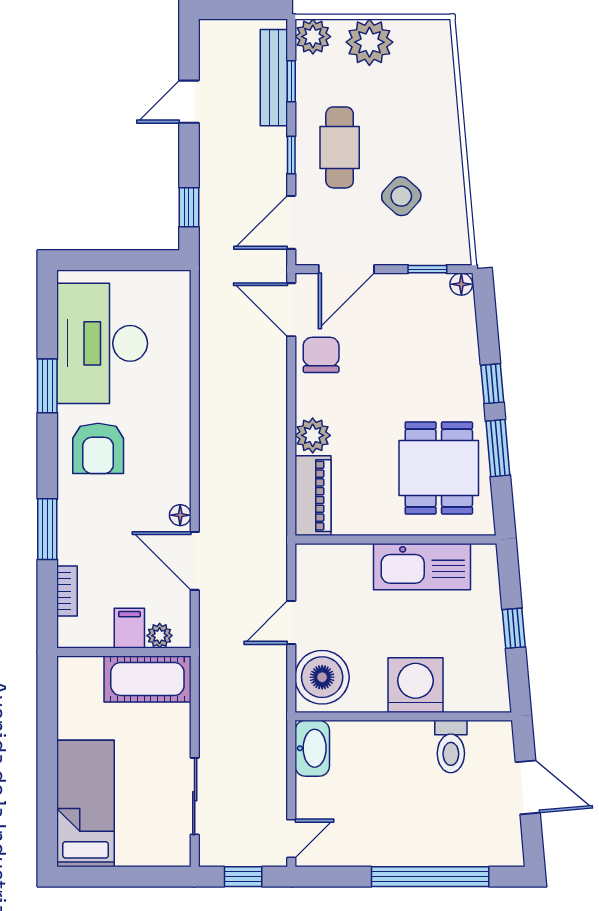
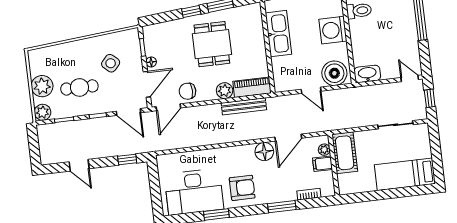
bench: (274, 78) -> (244, 106), moved
cafe table: (340, 147) -> (79, 87), moved
door: (346, 269) -> (147, 84), hinge flipped
floor lamp: (461, 284) -> (151, 62), moved
dining table: (439, 468) -> (212, 44), moved, turned 90
floor lamp: (180, 515) -> (264, 152), width x1.89, depth x1.89

